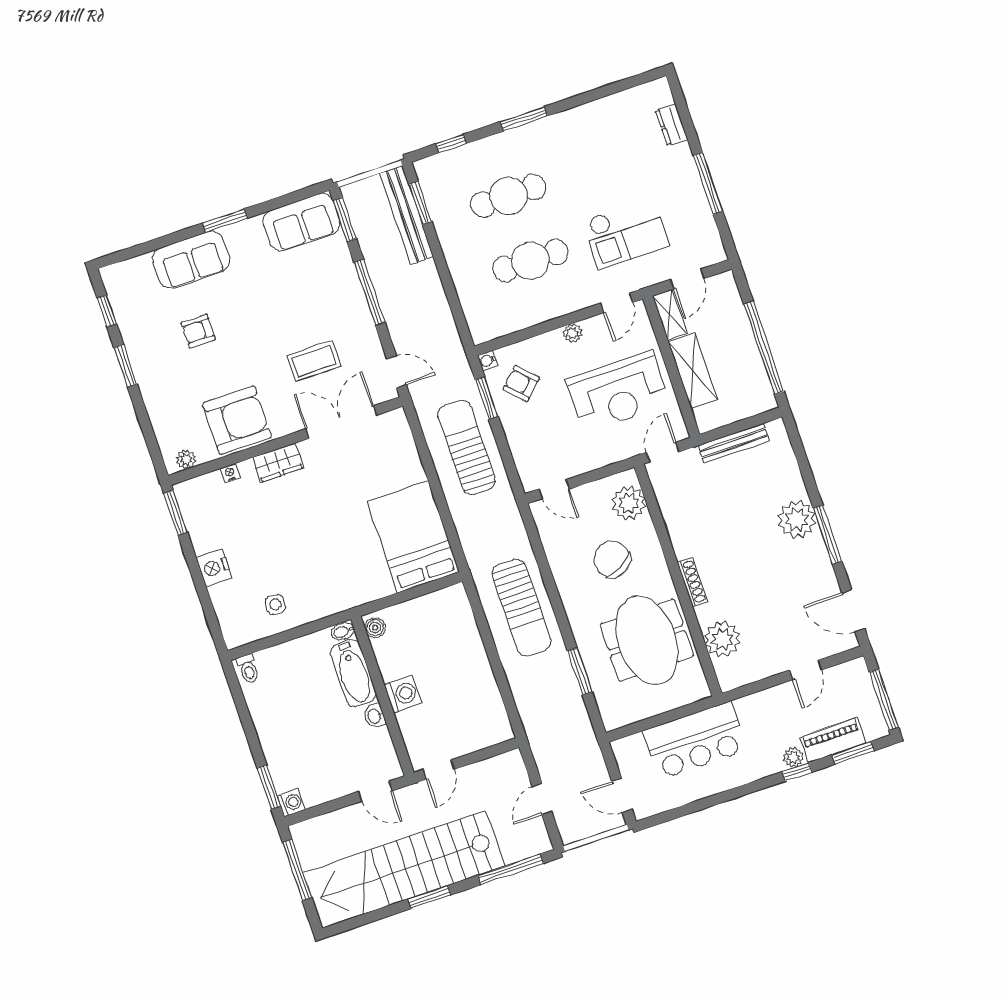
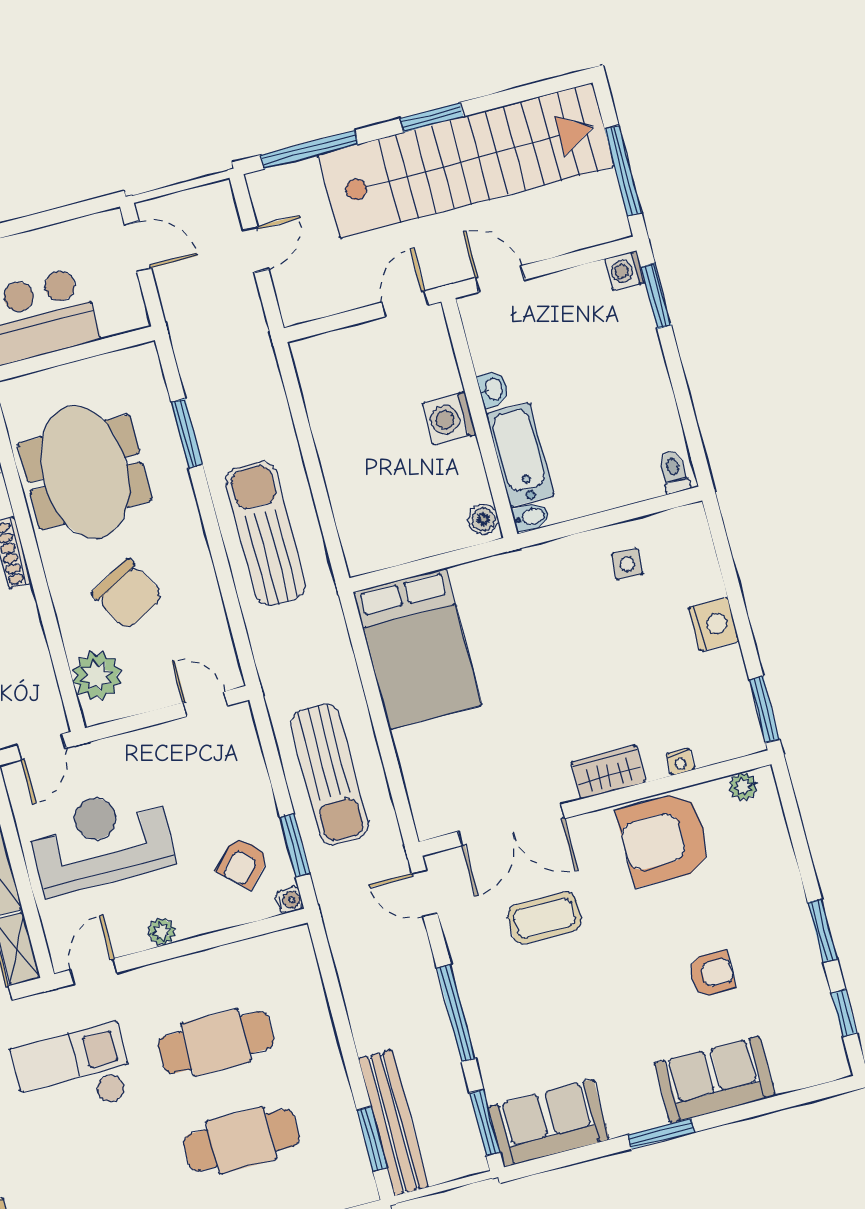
armchair: (521, 384) -> (243, 863), turned 87

